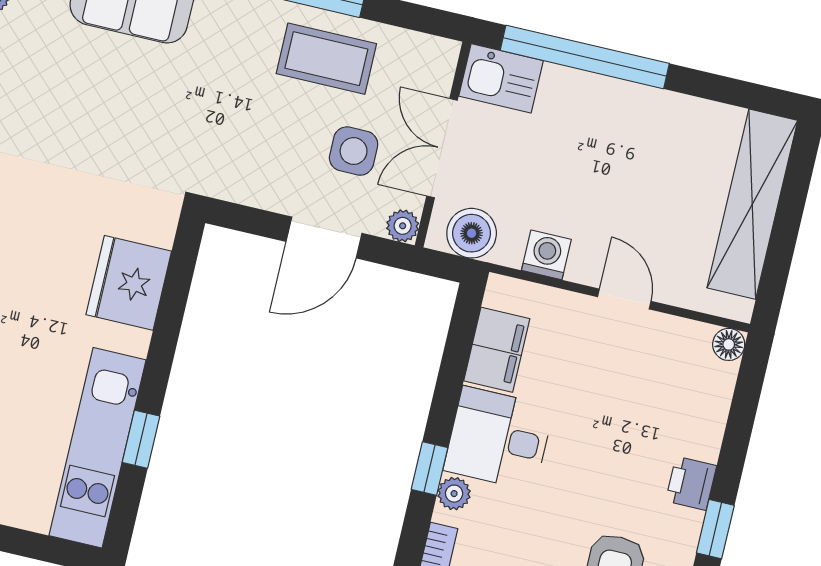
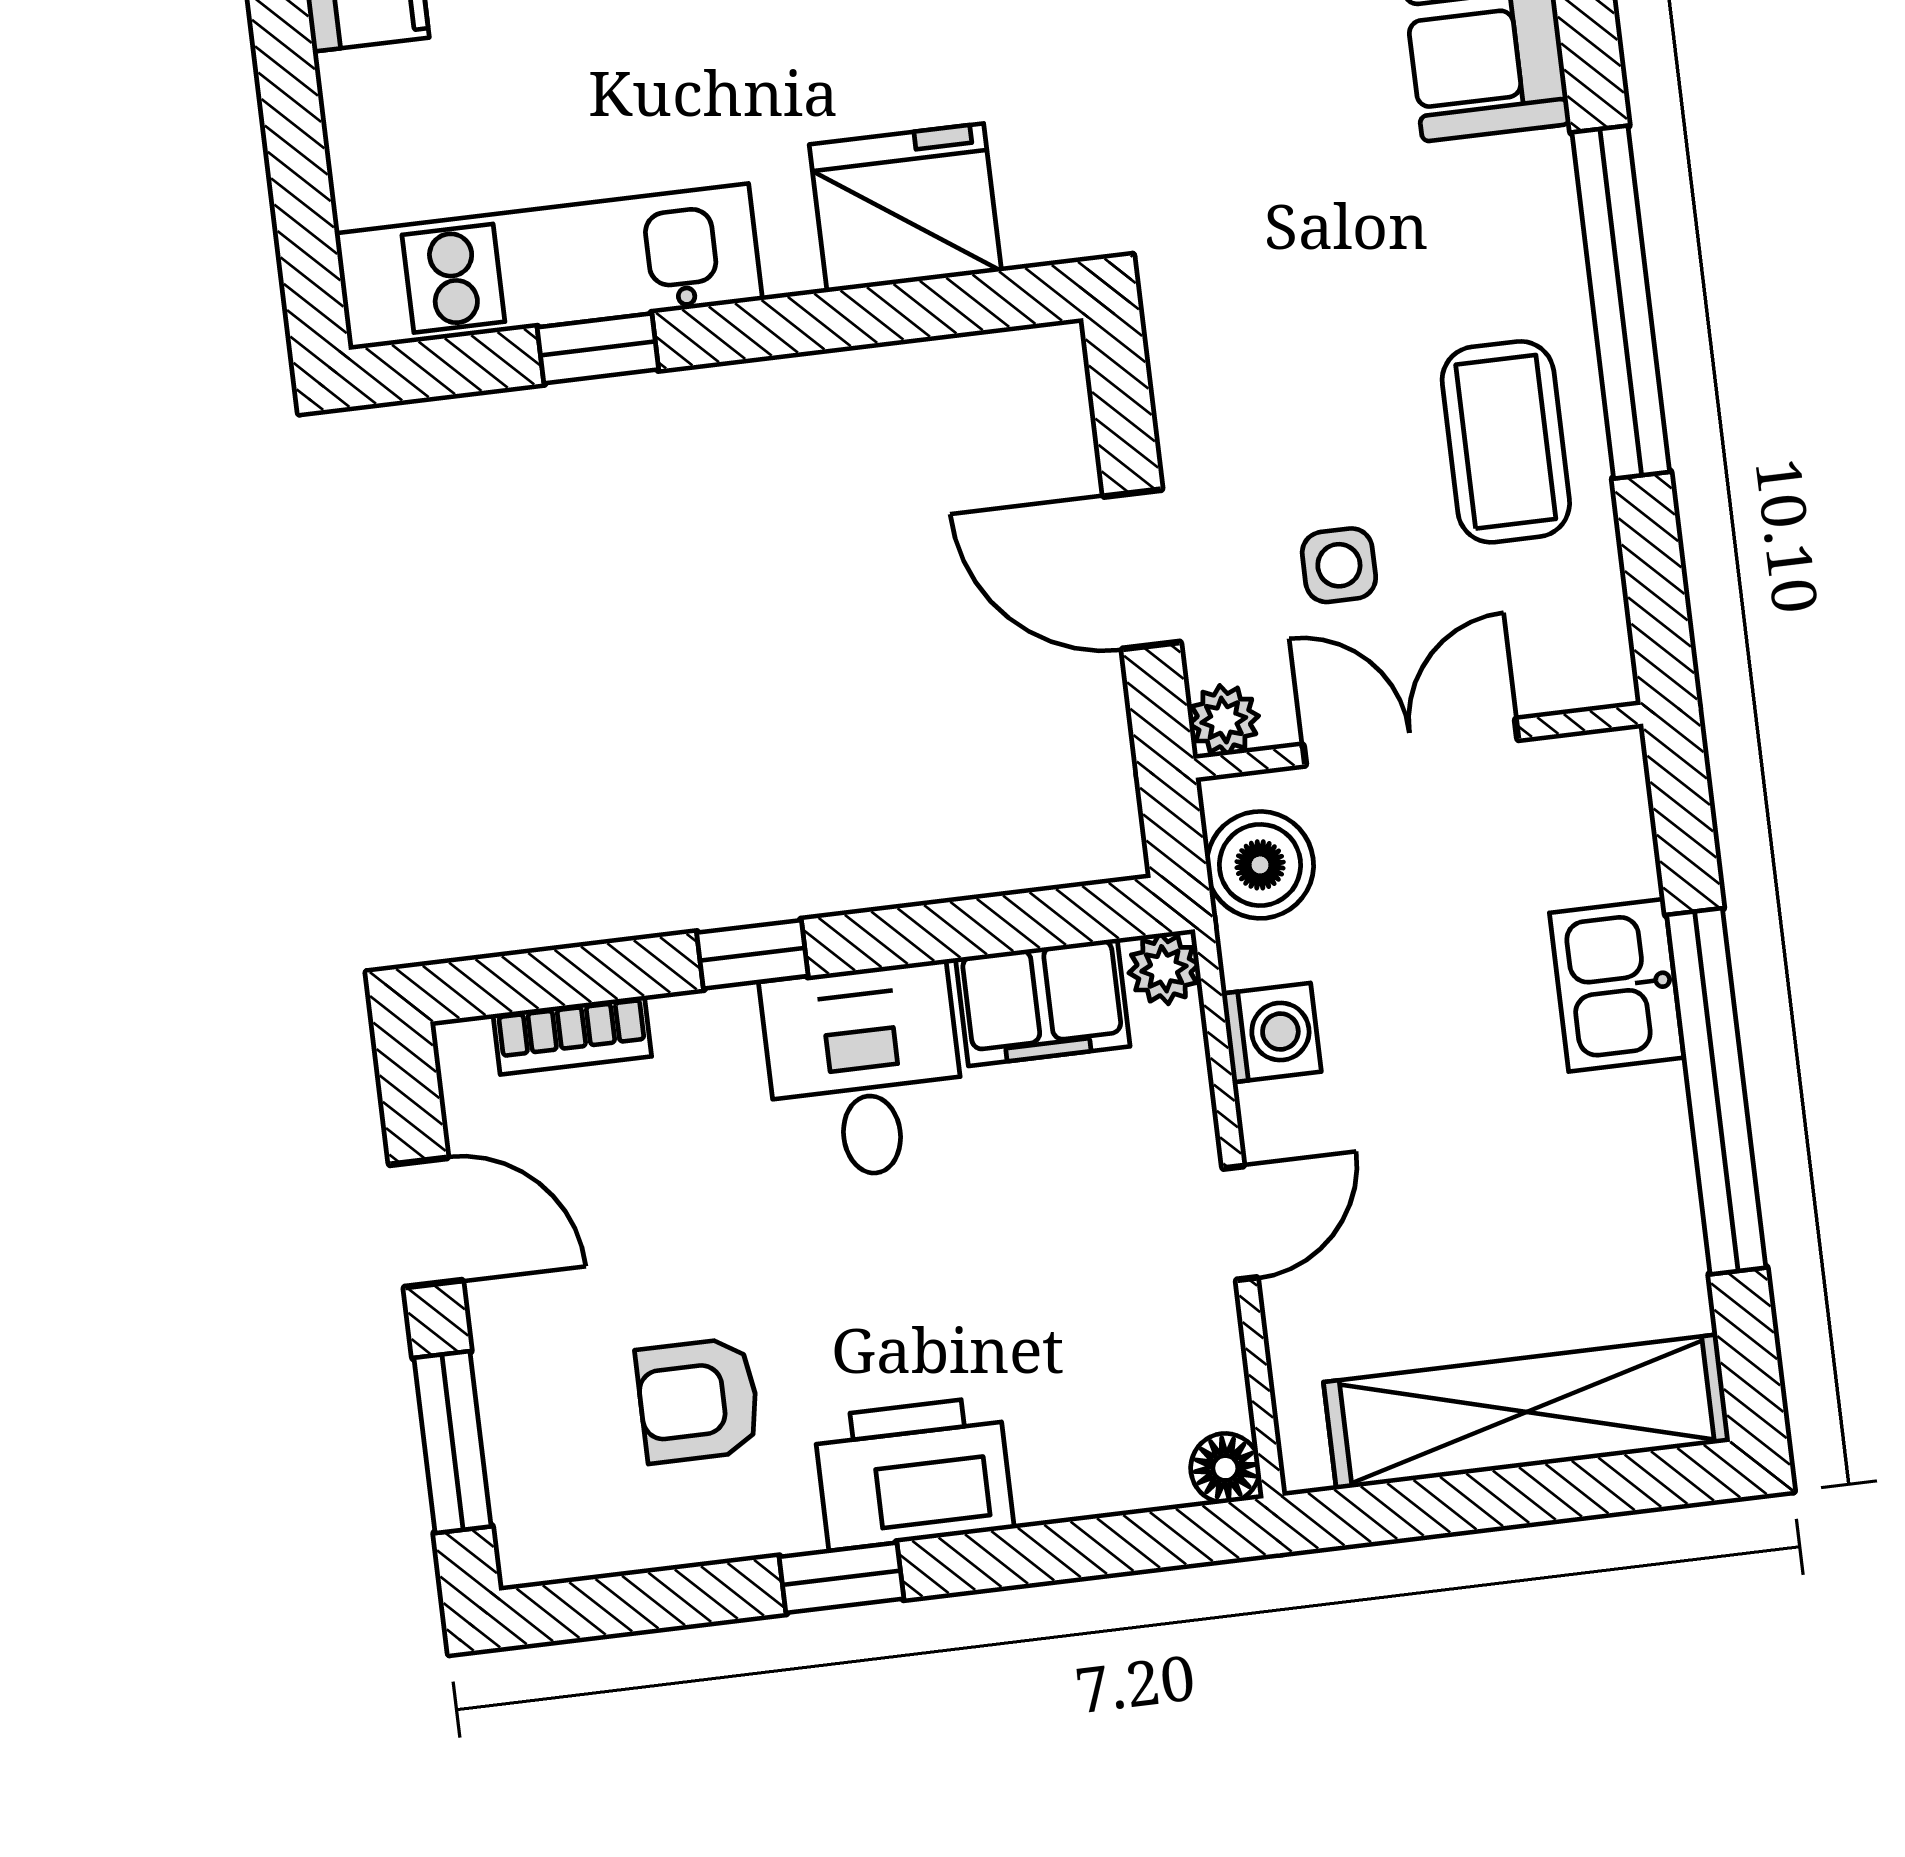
window: (585, 57) -> (1716, 1091), moved
kitchen sink: (501, 78) -> (1617, 985), moved
side table: (354, 151) -> (1339, 565), width x0.73, depth x0.73
printer: (691, 483) -> (914, 1473), width x1.87, depth x1.48
plant: (454, 494) -> (1164, 969), moved

